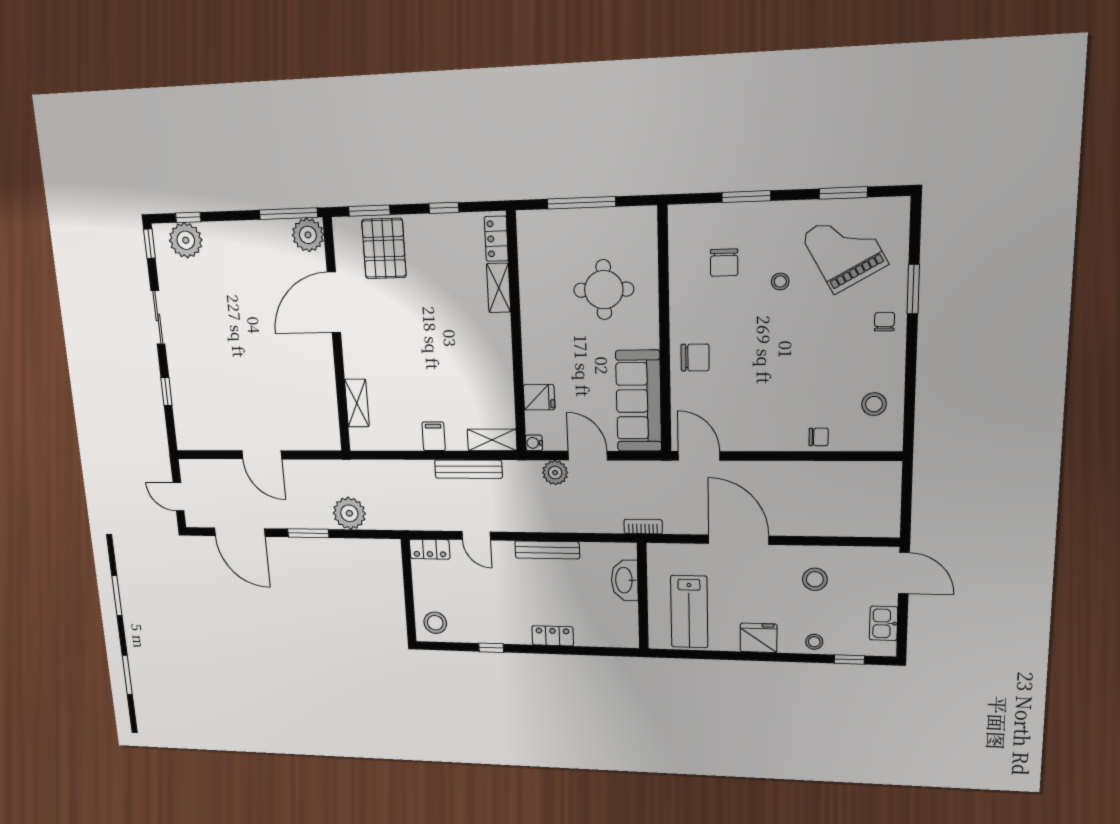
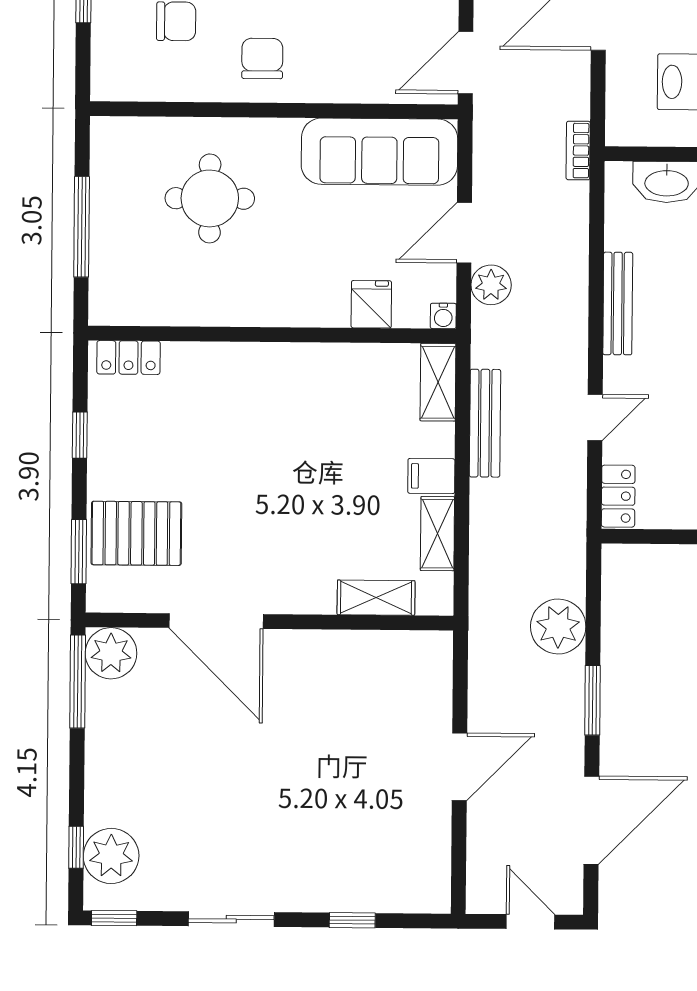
shelving: (499, 288) -> (437, 534), moved, turned 90
chair: (695, 358) -> (262, 59), moved
door: (179, 497) -> (530, 922), swing flipped

